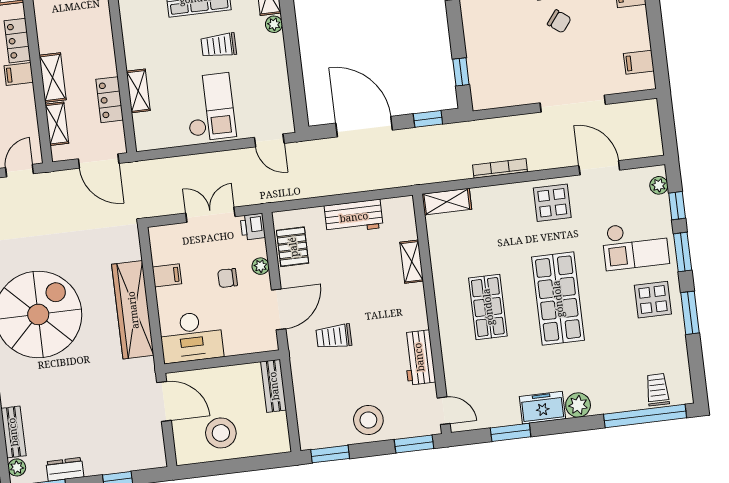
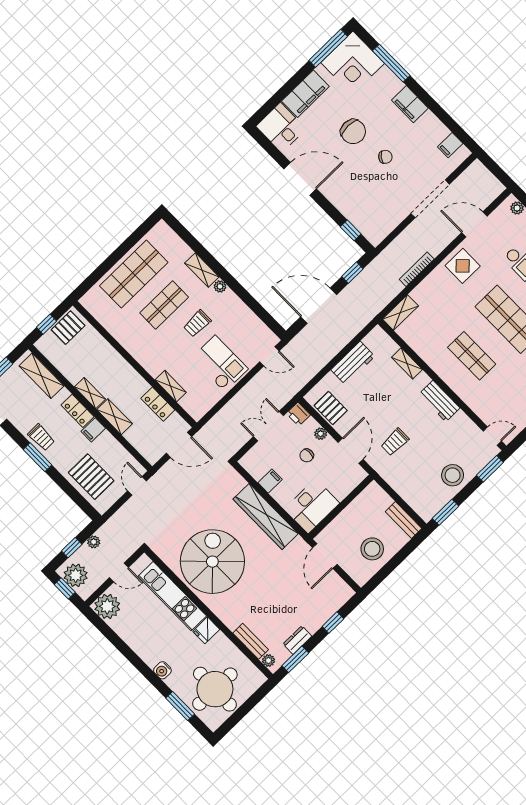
shelving: (57, 124) -> (90, 393), moved
workbench: (419, 357) -> (439, 401), moved
bench: (274, 386) -> (404, 520), moved
door: (164, 401) -> (325, 556), swing flipped

